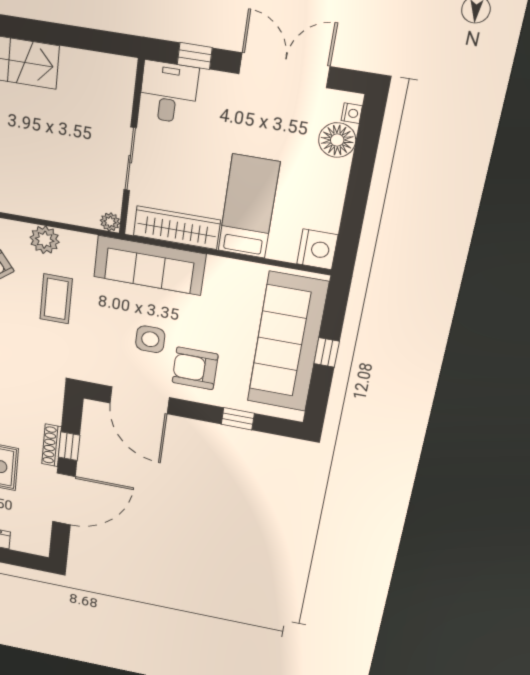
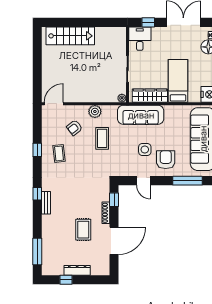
armchair: (195, 368) -> (166, 160), turned 90
door: (139, 400) -> (143, 181), width x0.53
window: (238, 419) -> (187, 181), width x2.17
window: (69, 446) -> (114, 200), moved

